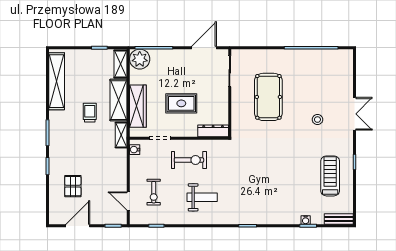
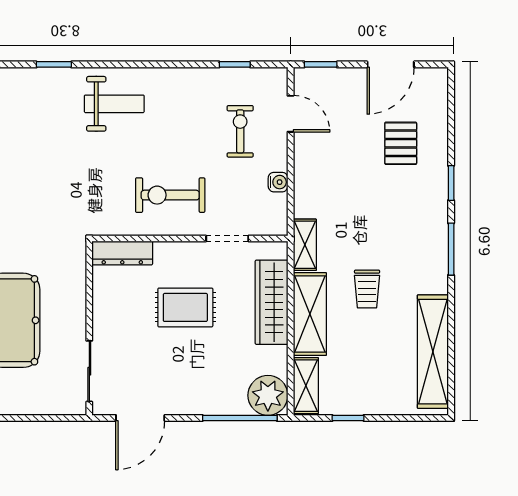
water cooler: (135, 150) -> (278, 182), moved
weight bench: (202, 197) -> (114, 104), moved, turned 180

